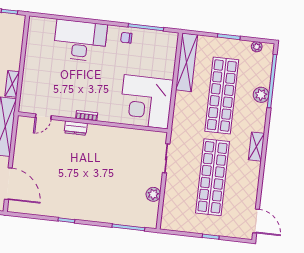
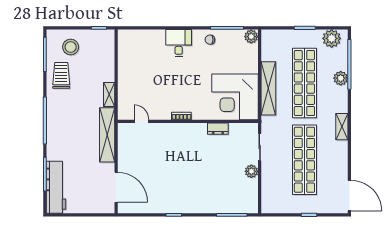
plant: (171, 39) -> (251, 37), added
desk: (80, 41) -> (179, 43), width x0.53, depth x0.77
plant: (257, 47) -> (332, 38), width x1.88, depth x1.88
shelving: (187, 62) -> (268, 88), moved
door: (43, 117) -> (141, 121), swing flipped
dresser: (76, 128) -> (218, 129), moved
plant: (153, 194) -> (251, 171), moved
door: (256, 221) -> (349, 196), width x1.36

